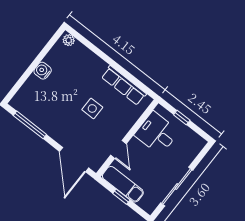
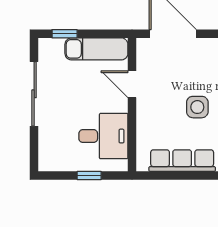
window: (121, 197) -> (65, 34), moved

